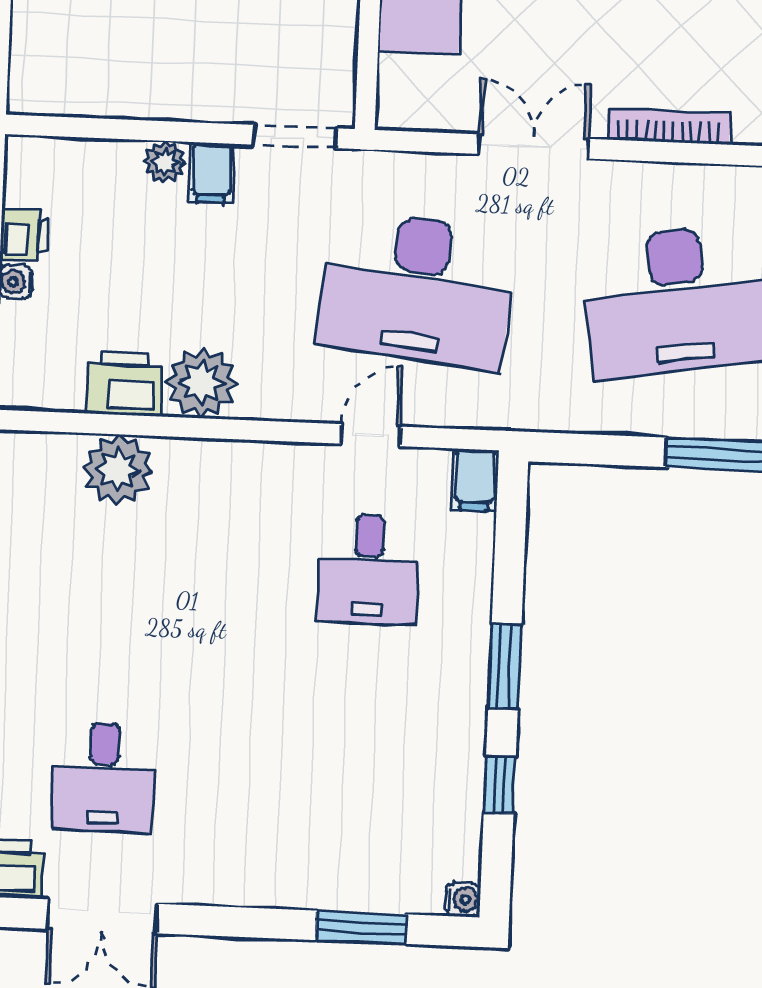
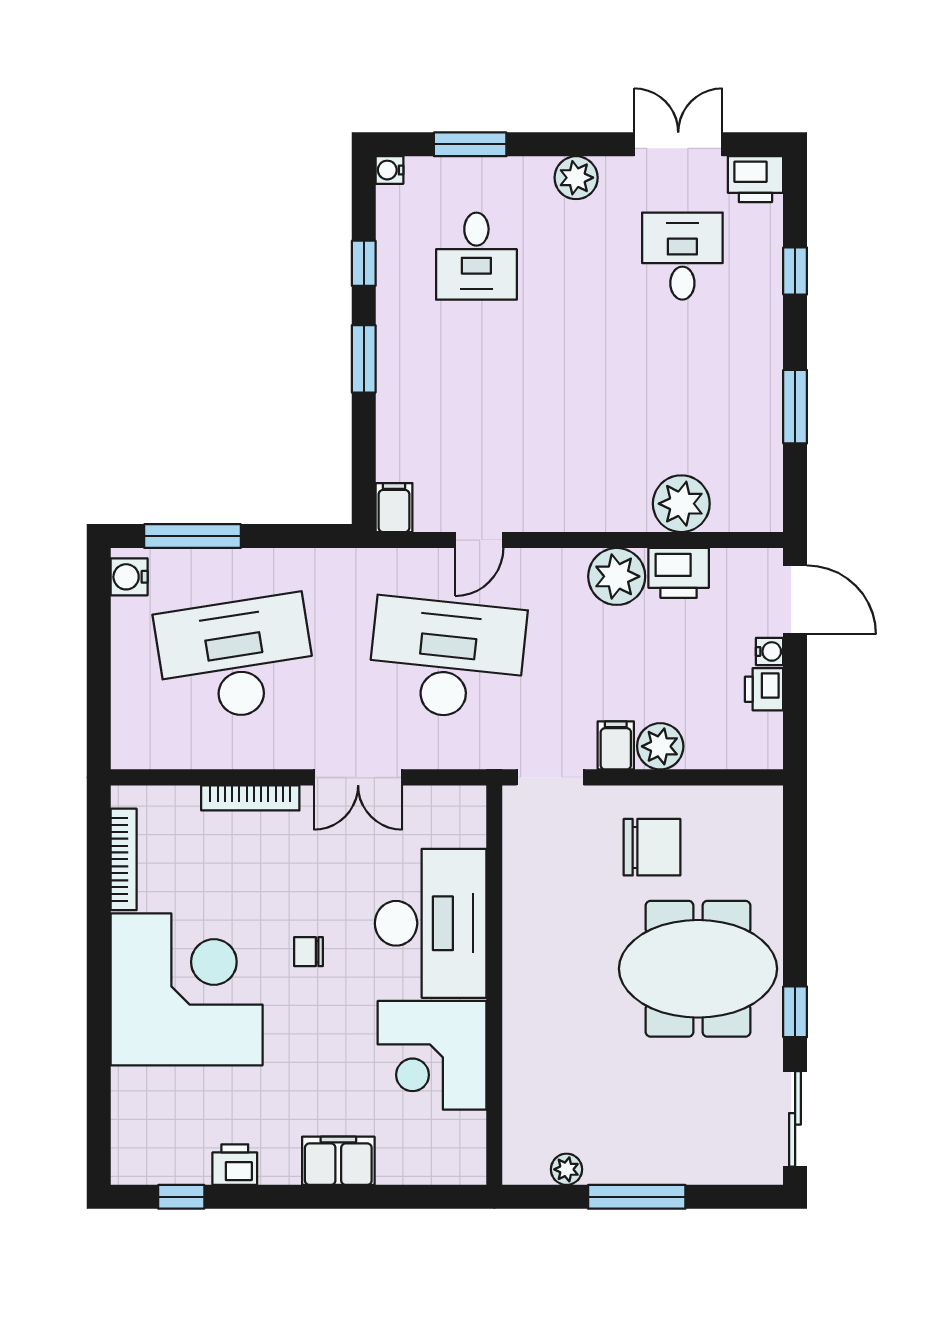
chair: (172, 44) -> (652, 847), added
plant: (165, 162) -> (660, 746), width x1.38, depth x1.38
desk: (369, 569) -> (476, 256), moved, turned 180
plant: (231, 880) -> (576, 178), added

